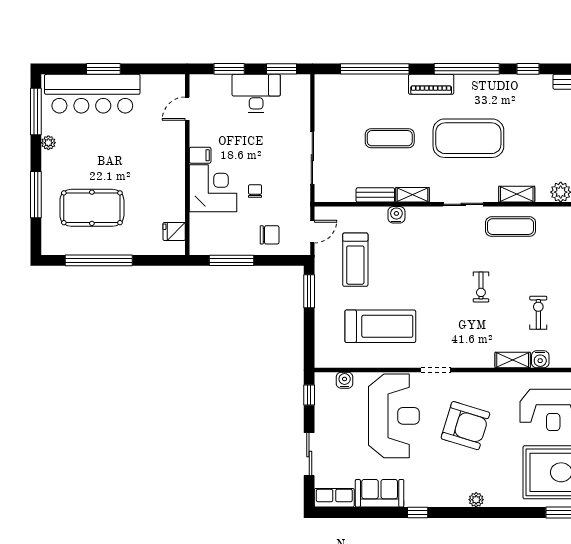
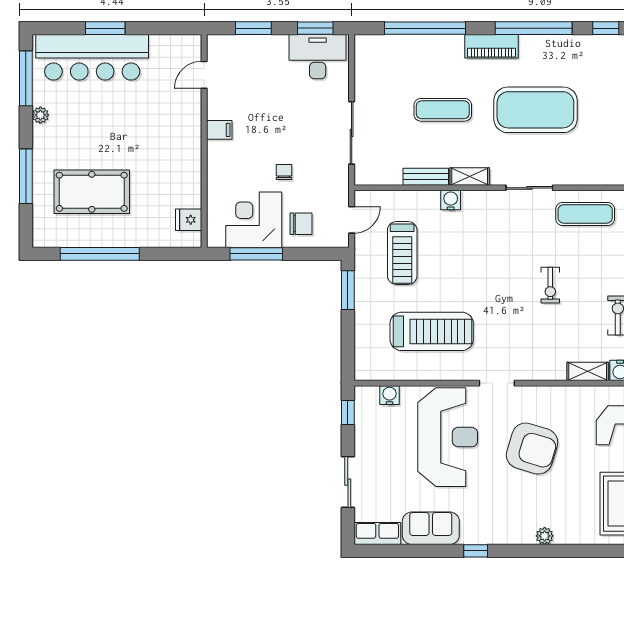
desk: (256, 93) -> (318, 57), moved
corner desk: (213, 188) -> (254, 220), moved, turned -90
shelving: (517, 194) -> (592, 176), removed

